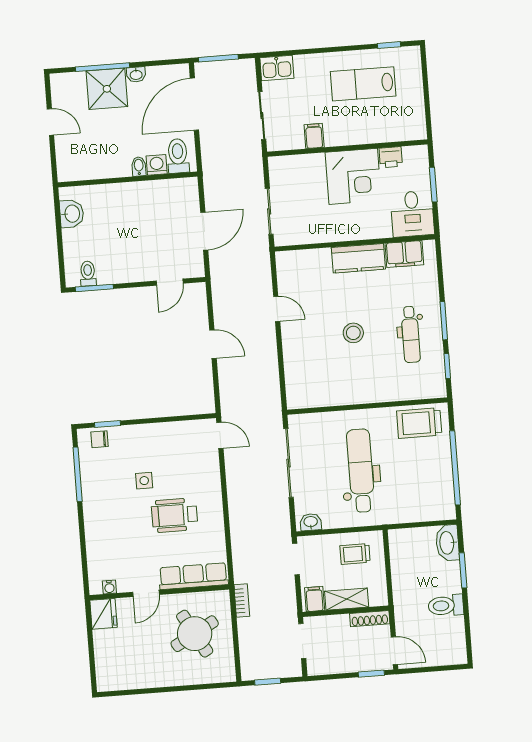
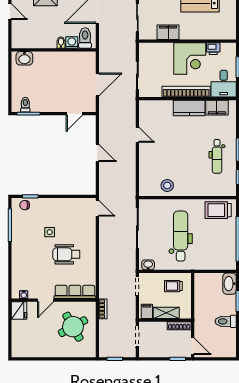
filing cabinet: (314, 136) -> (168, 32), width x2.00
washbasin: (72, 214) -> (24, 58), moved, turned 90
bookcase: (351, 232) -> (186, 92), added
stool: (353, 333) -> (167, 186), moved

